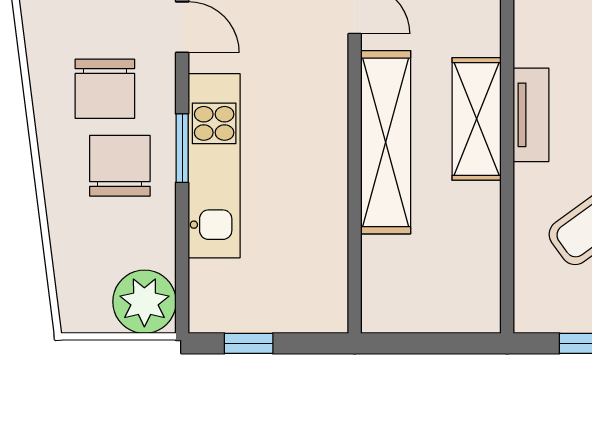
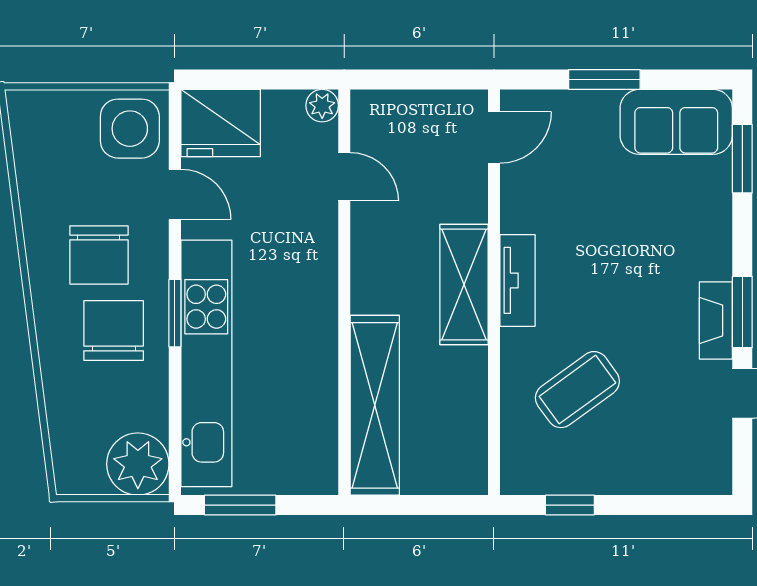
shelving: (386, 142) -> (375, 405), moved
kitchen unit: (214, 166) -> (206, 363), width x1.36
window: (249, 343) -> (240, 505), width x1.50

